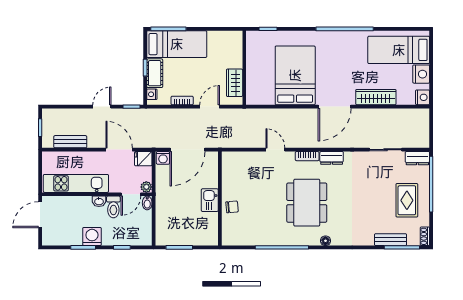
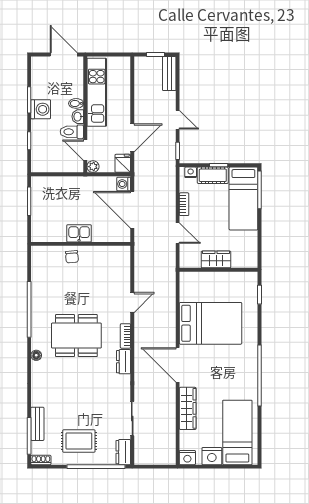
wardrobe: (235, 83) -> (216, 259), moved
bench: (70, 142) -> (169, 74), moved
bidet: (147, 203) -> (76, 103), moved

